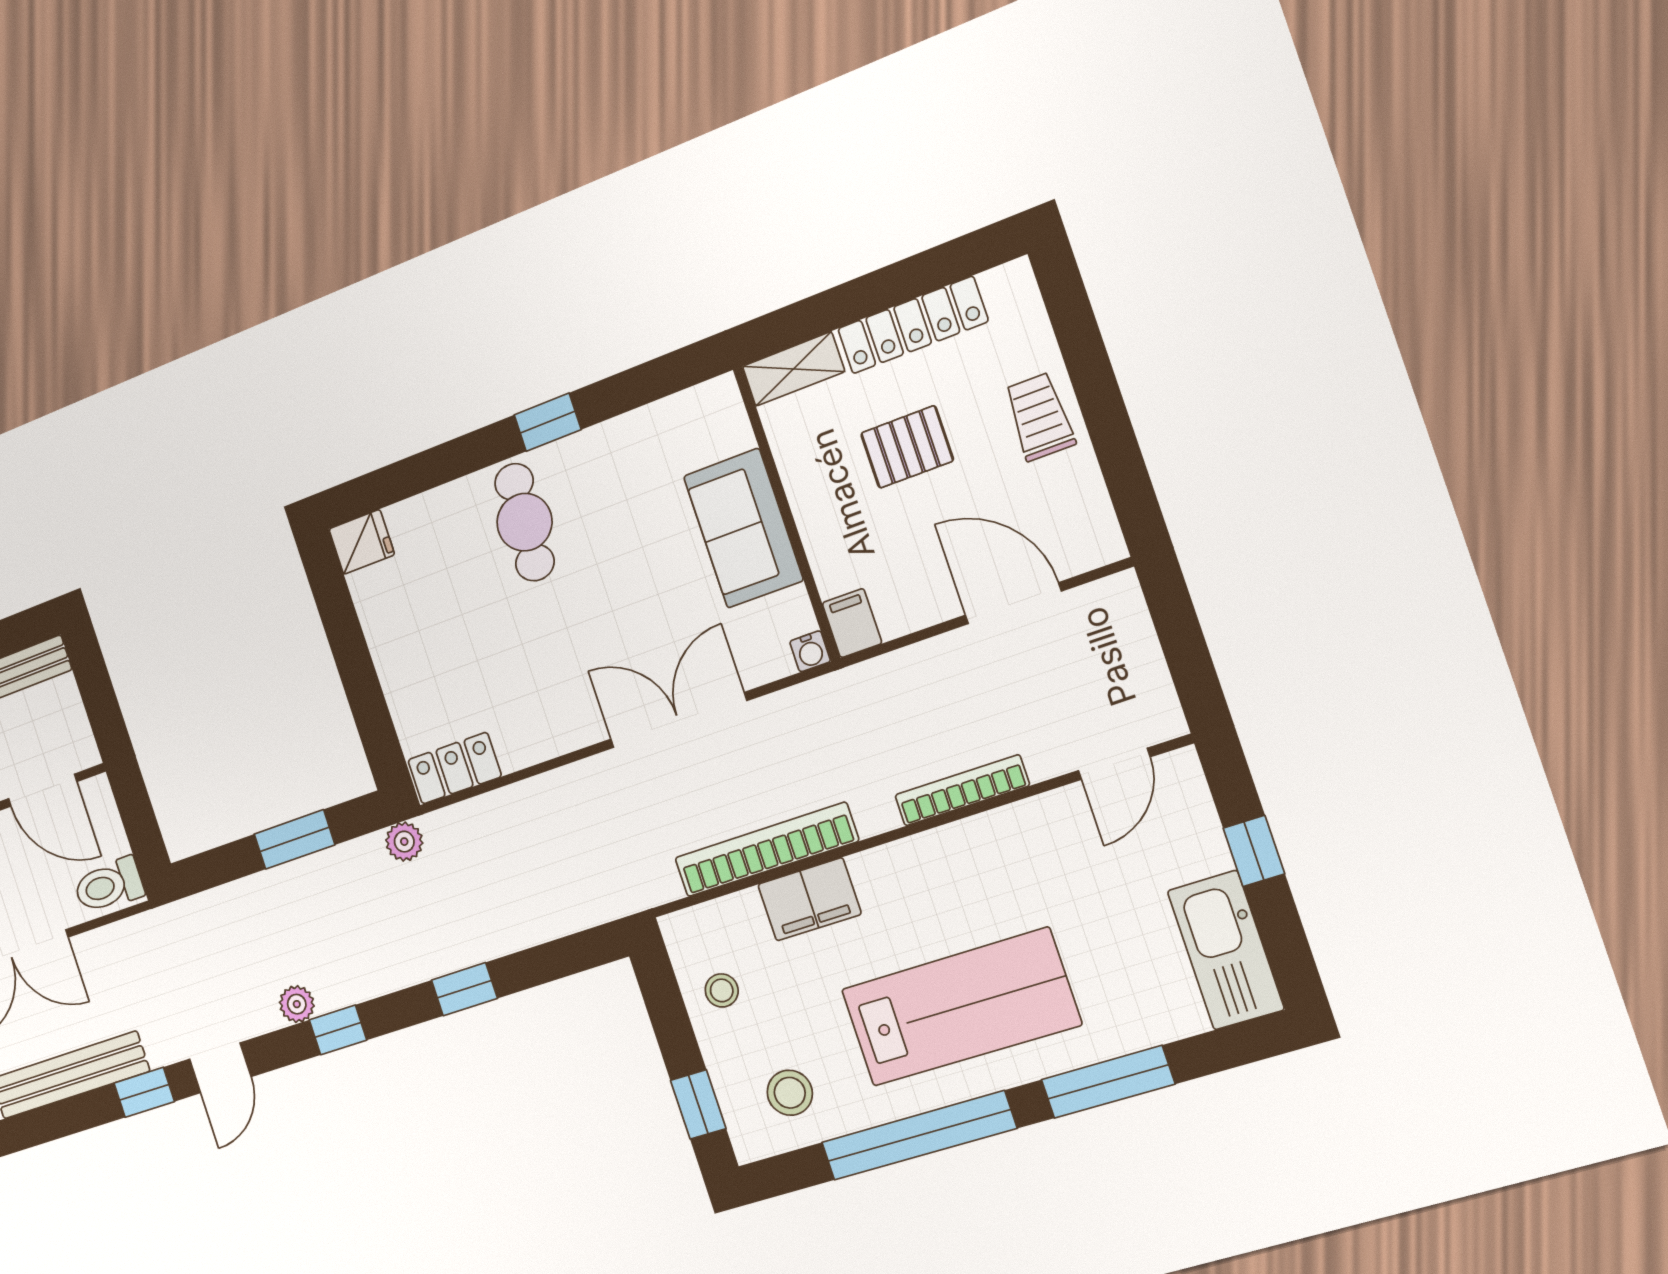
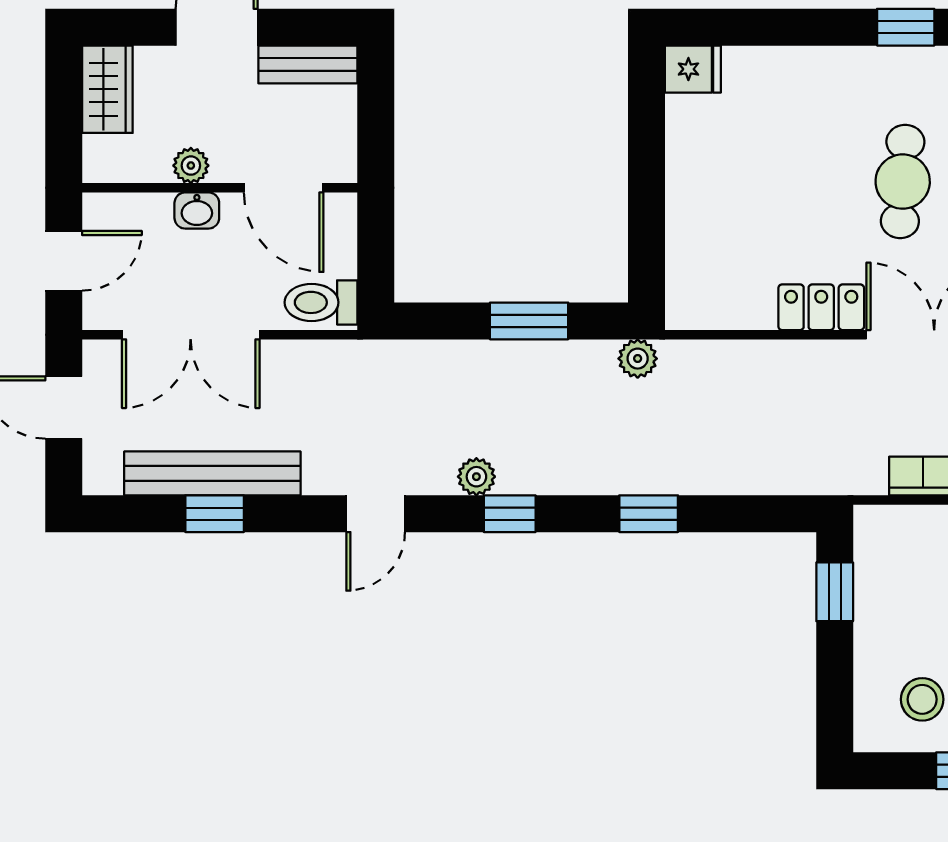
cafe table: (525, 522) -> (903, 182), moved
locker: (455, 768) -> (821, 307), moved
stool: (722, 990) -> (891, 589), removed
window: (144, 1092) -> (215, 514), moved
window: (698, 1104) -> (835, 592), moved

